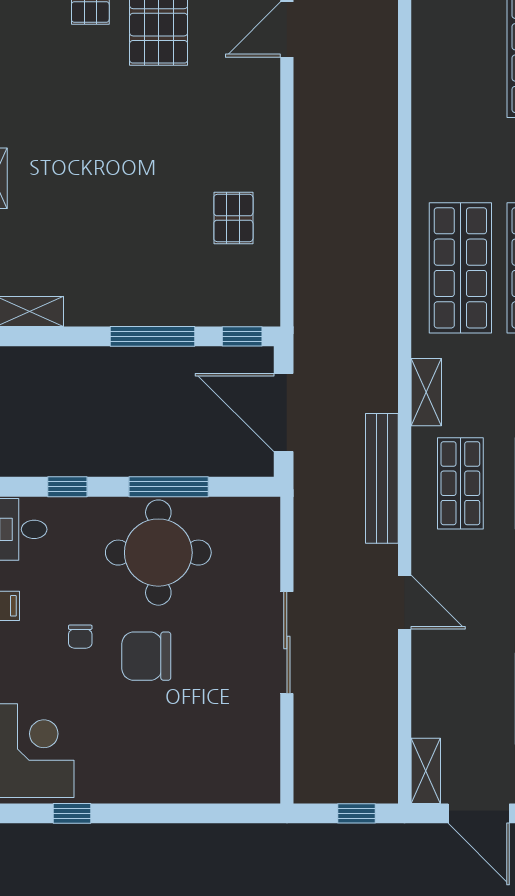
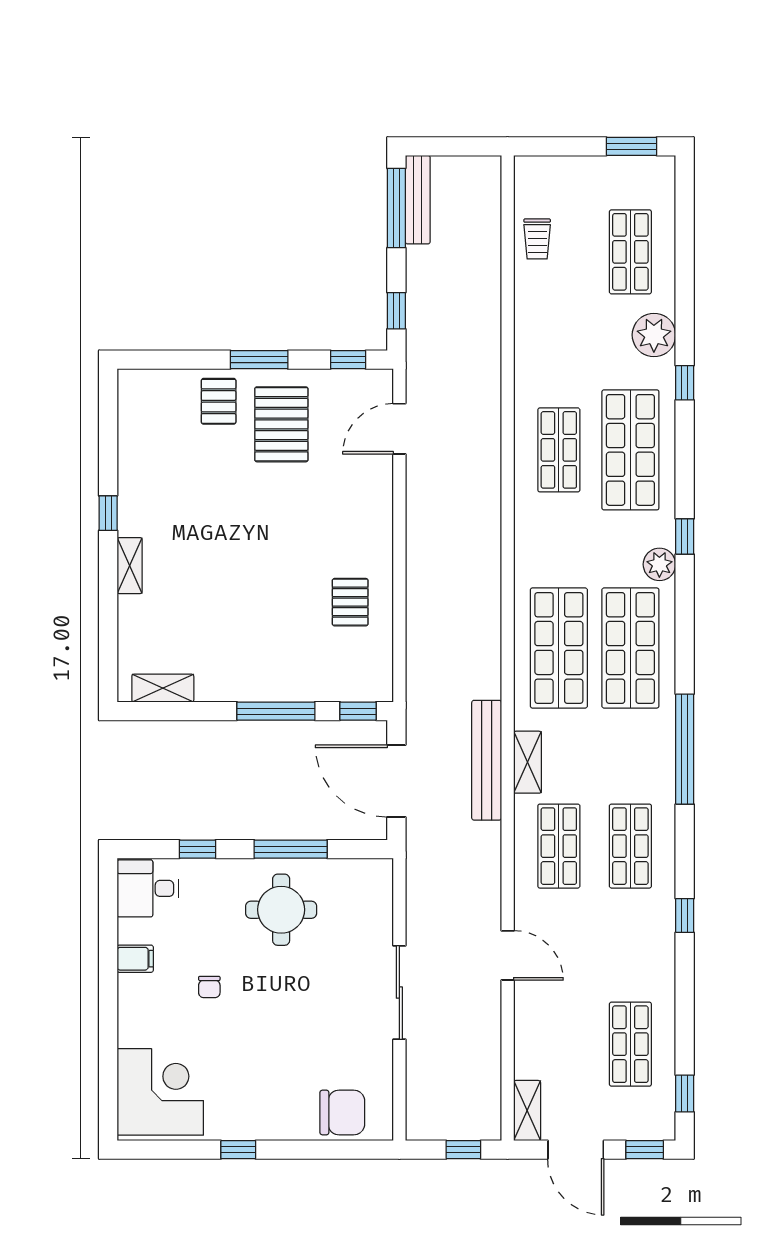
shop shelf: (460, 52) -> (559, 450), added
bench: (382, 478) -> (487, 760), moved
round table: (158, 553) -> (281, 910), width x0.73, depth x0.73
chair: (146, 656) -> (342, 1113), moved, turned 180
window: (72, 813) -> (238, 1150), moved

